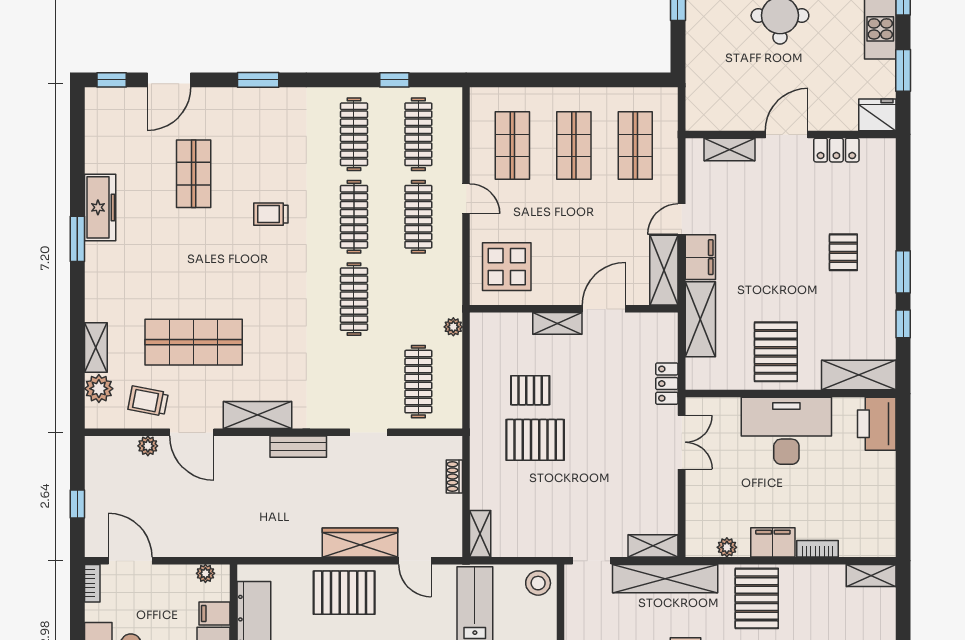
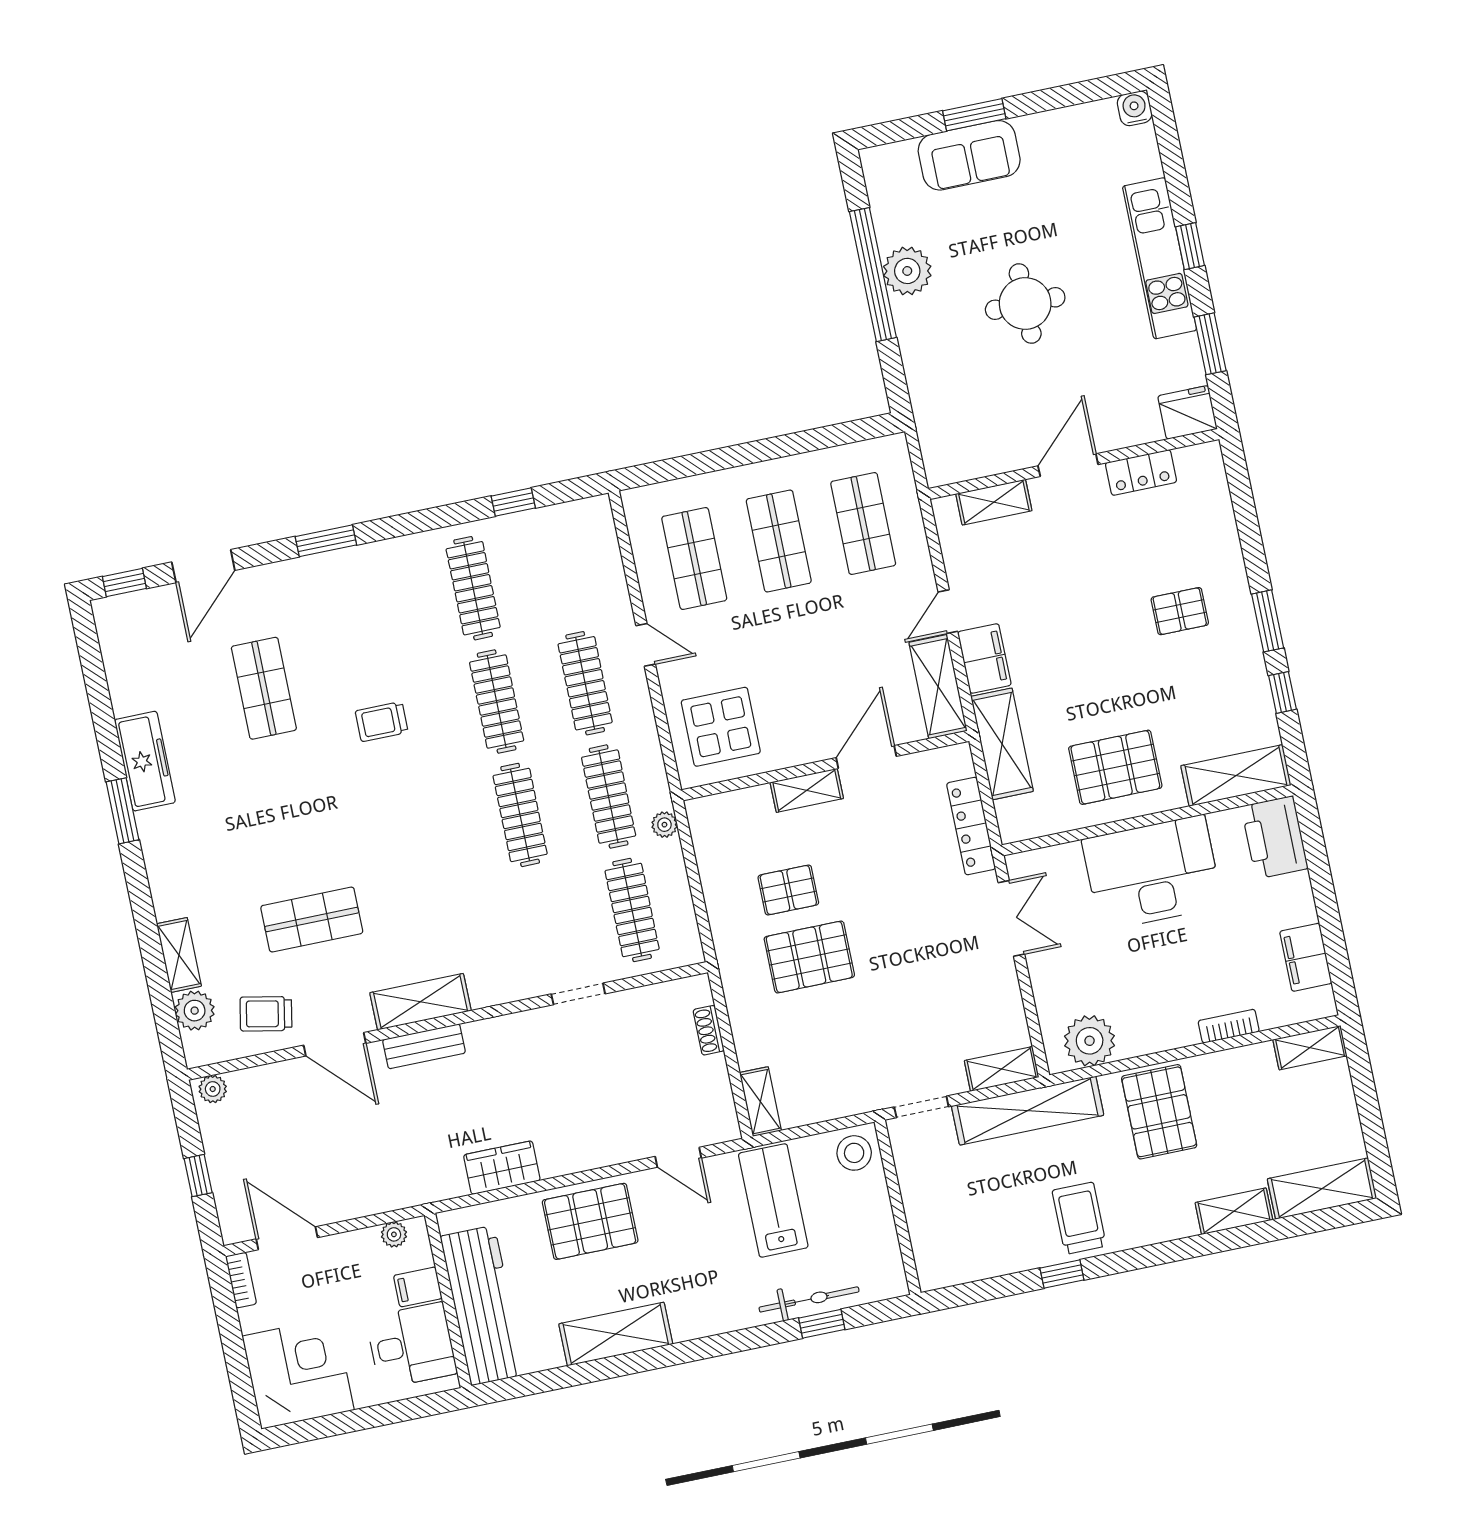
clothes rail: (418, 134) -> (609, 797), moved
pallet: (843, 252) -> (1180, 611), turned 90
shop shelf: (194, 342) -> (312, 920), width x0.70, depth x0.74
pallet: (776, 352) -> (1115, 767), turned 90
locker: (667, 384) -> (971, 826), width x1.53
plant: (148, 446) -> (213, 1089), moved
bench: (298, 447) -> (424, 1046), moved
wardrobe: (360, 542) -> (502, 1168), moved, width x0.67
filing cabinet: (773, 542) -> (1306, 957), moved, turned -90
plant: (727, 547) -> (1090, 1041), width x1.88, depth x1.88

